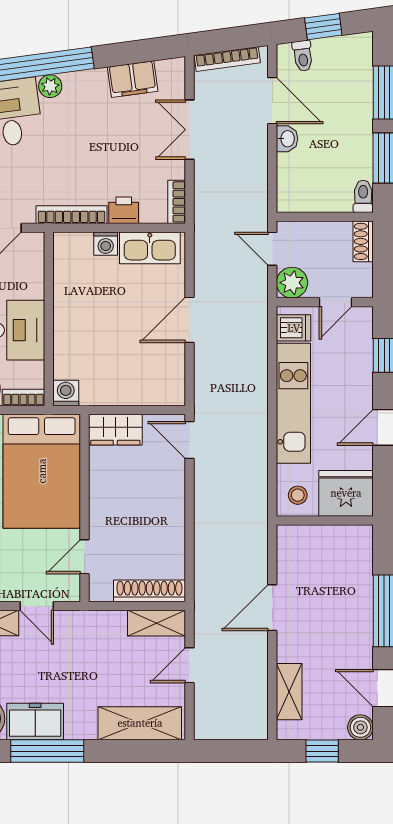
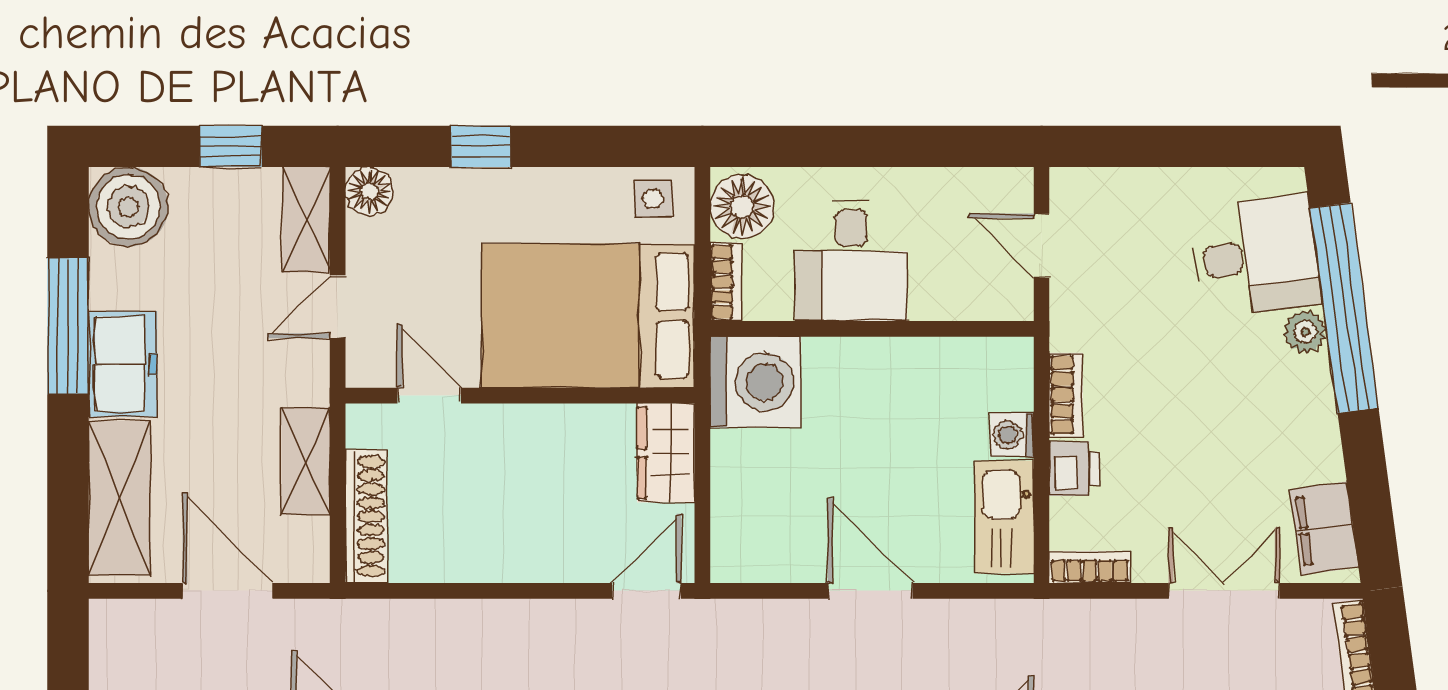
filing cabinet: (133, 79) -> (1324, 528), moved
bookcase: (72, 215) -> (1066, 395), width x0.64
washing machine: (66, 393) -> (756, 382), width x1.89, depth x1.89
shelving: (156, 623) -> (306, 461), moved
door: (189, 665) -> (228, 591), width x1.38
freezer: (35, 722) -> (123, 364), moved

